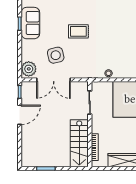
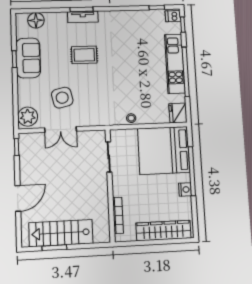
rug: (78, 31) -> (84, 55), moved
double door: (54, 80) -> (61, 130), width x0.73
door: (20, 115) -> (18, 198), moved
stairs: (79, 143) -> (61, 233), moved, turned 90

